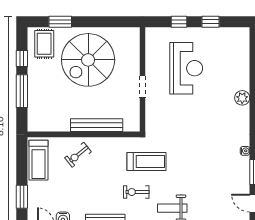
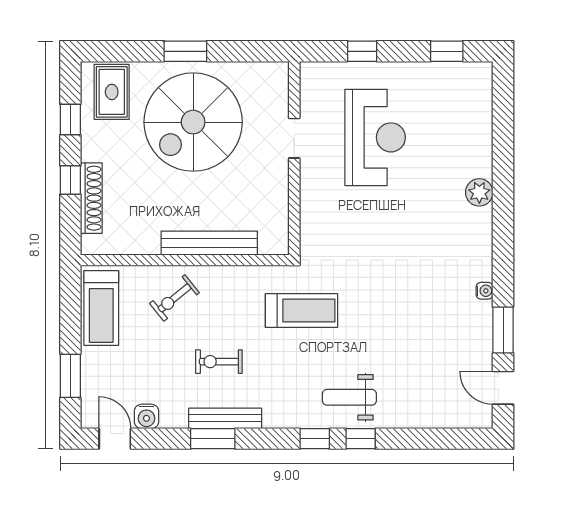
window: (60, 22) -> (185, 51), moved
window: (211, 22) -> (447, 51), moved
doorway: (143, 87) -> (294, 138), moved
window: (22, 91) -> (70, 180), width x0.46
shoe rack: (33, 101) -> (91, 198), added
exercise bike: (136, 192) -> (219, 362), moved

